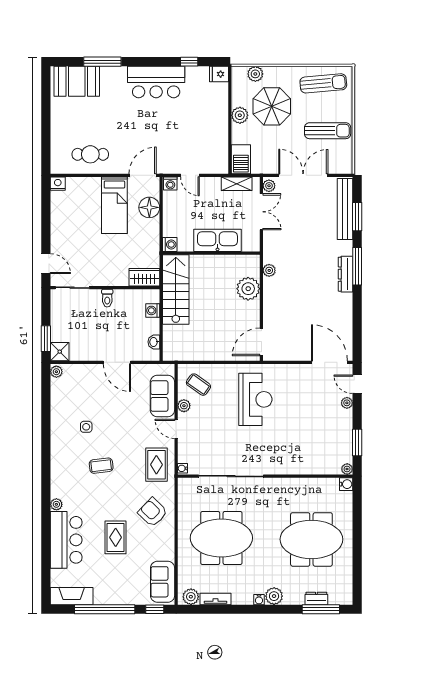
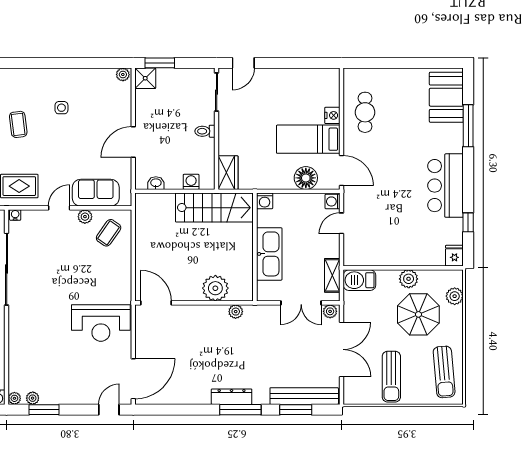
nightstand: (58, 184) -> (332, 115), moved
reception desk: (255, 399) -> (101, 323), moved
plant: (347, 403) -> (33, 398), moved

